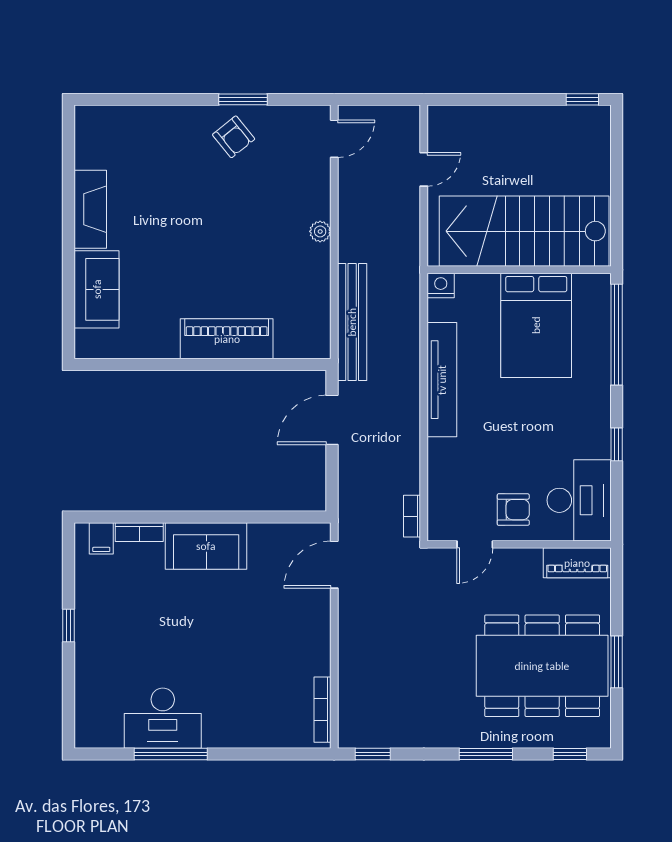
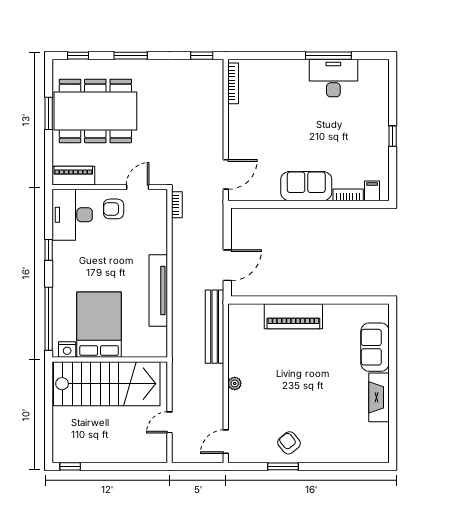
nightstand: (441, 286) -> (67, 350), moved

